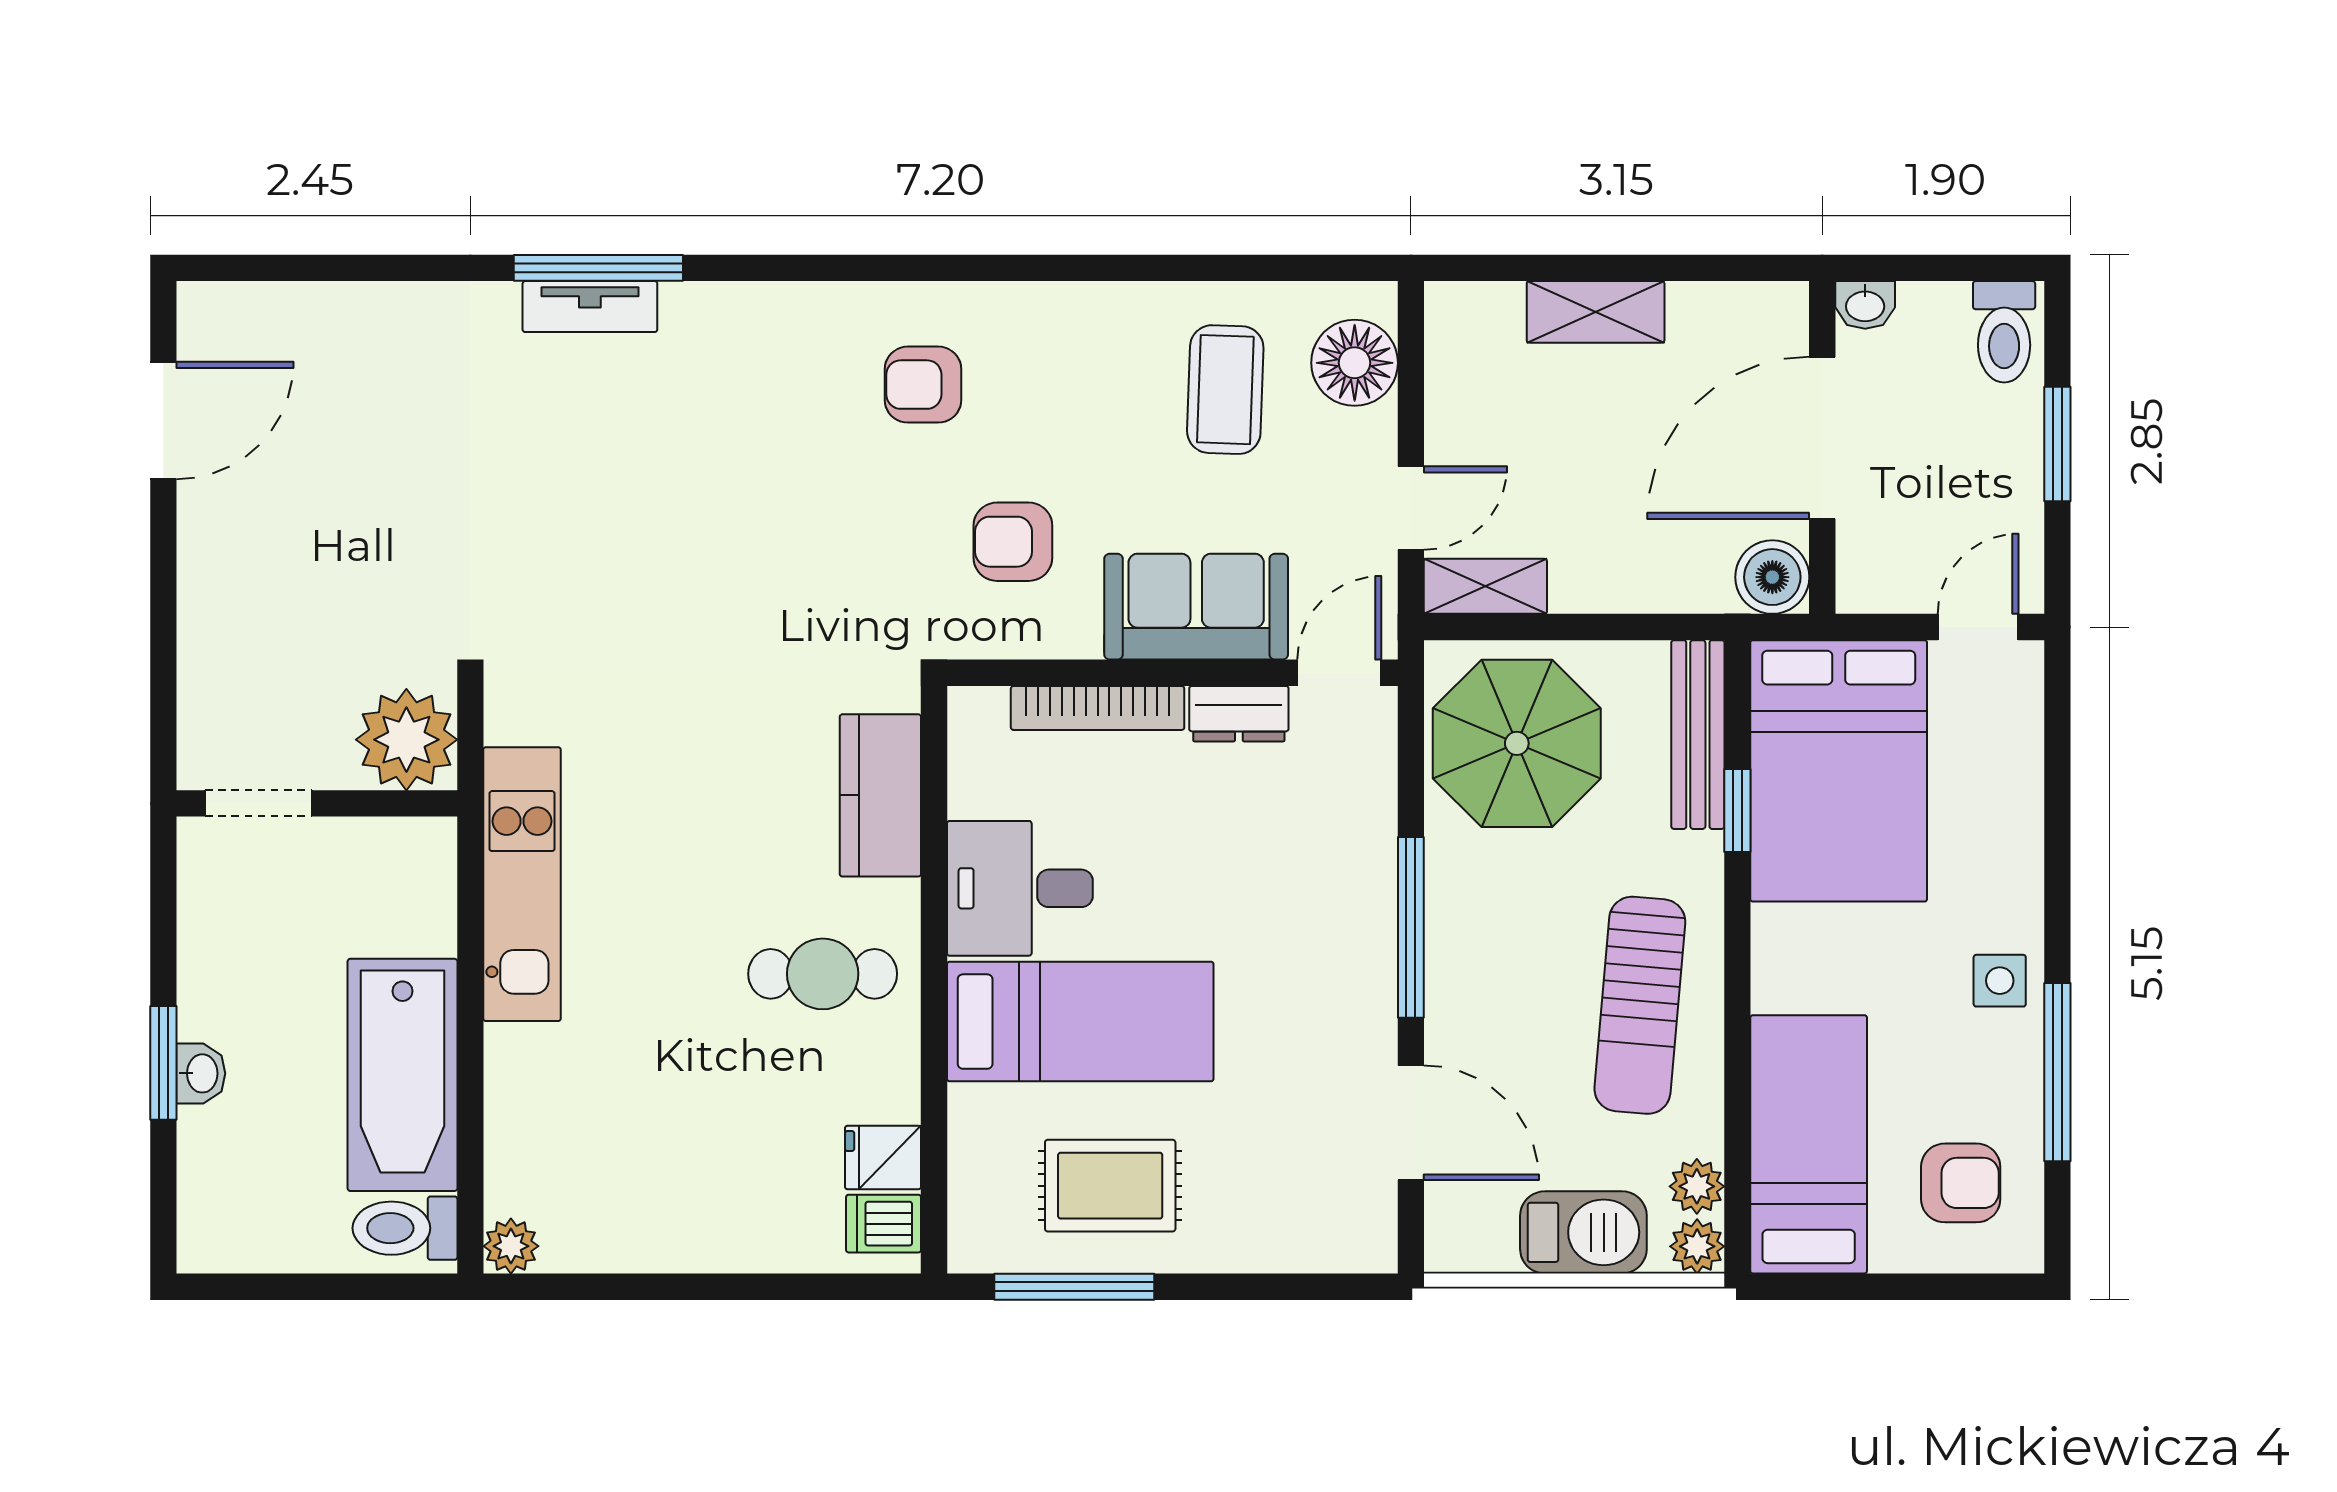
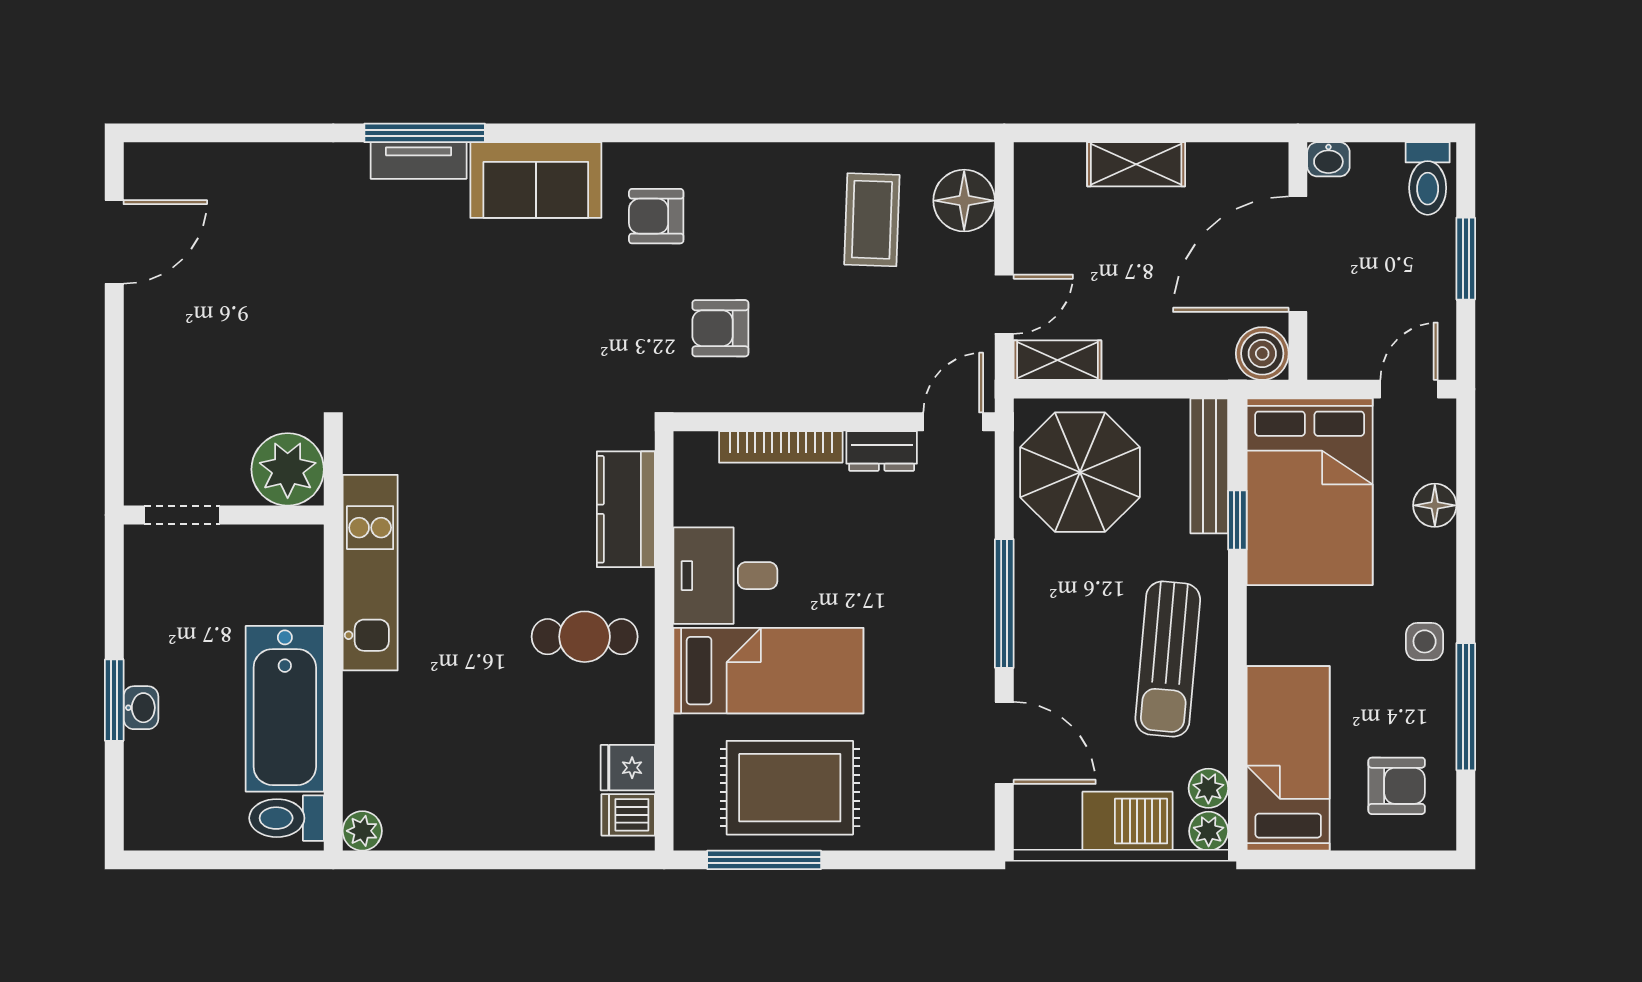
sofa: (1196, 607) -> (536, 180), moved, turned 180
floor lamp: (2014, 790) -> (1435, 505), added
rug: (1110, 1186) -> (790, 788), width x1.36, depth x1.43

